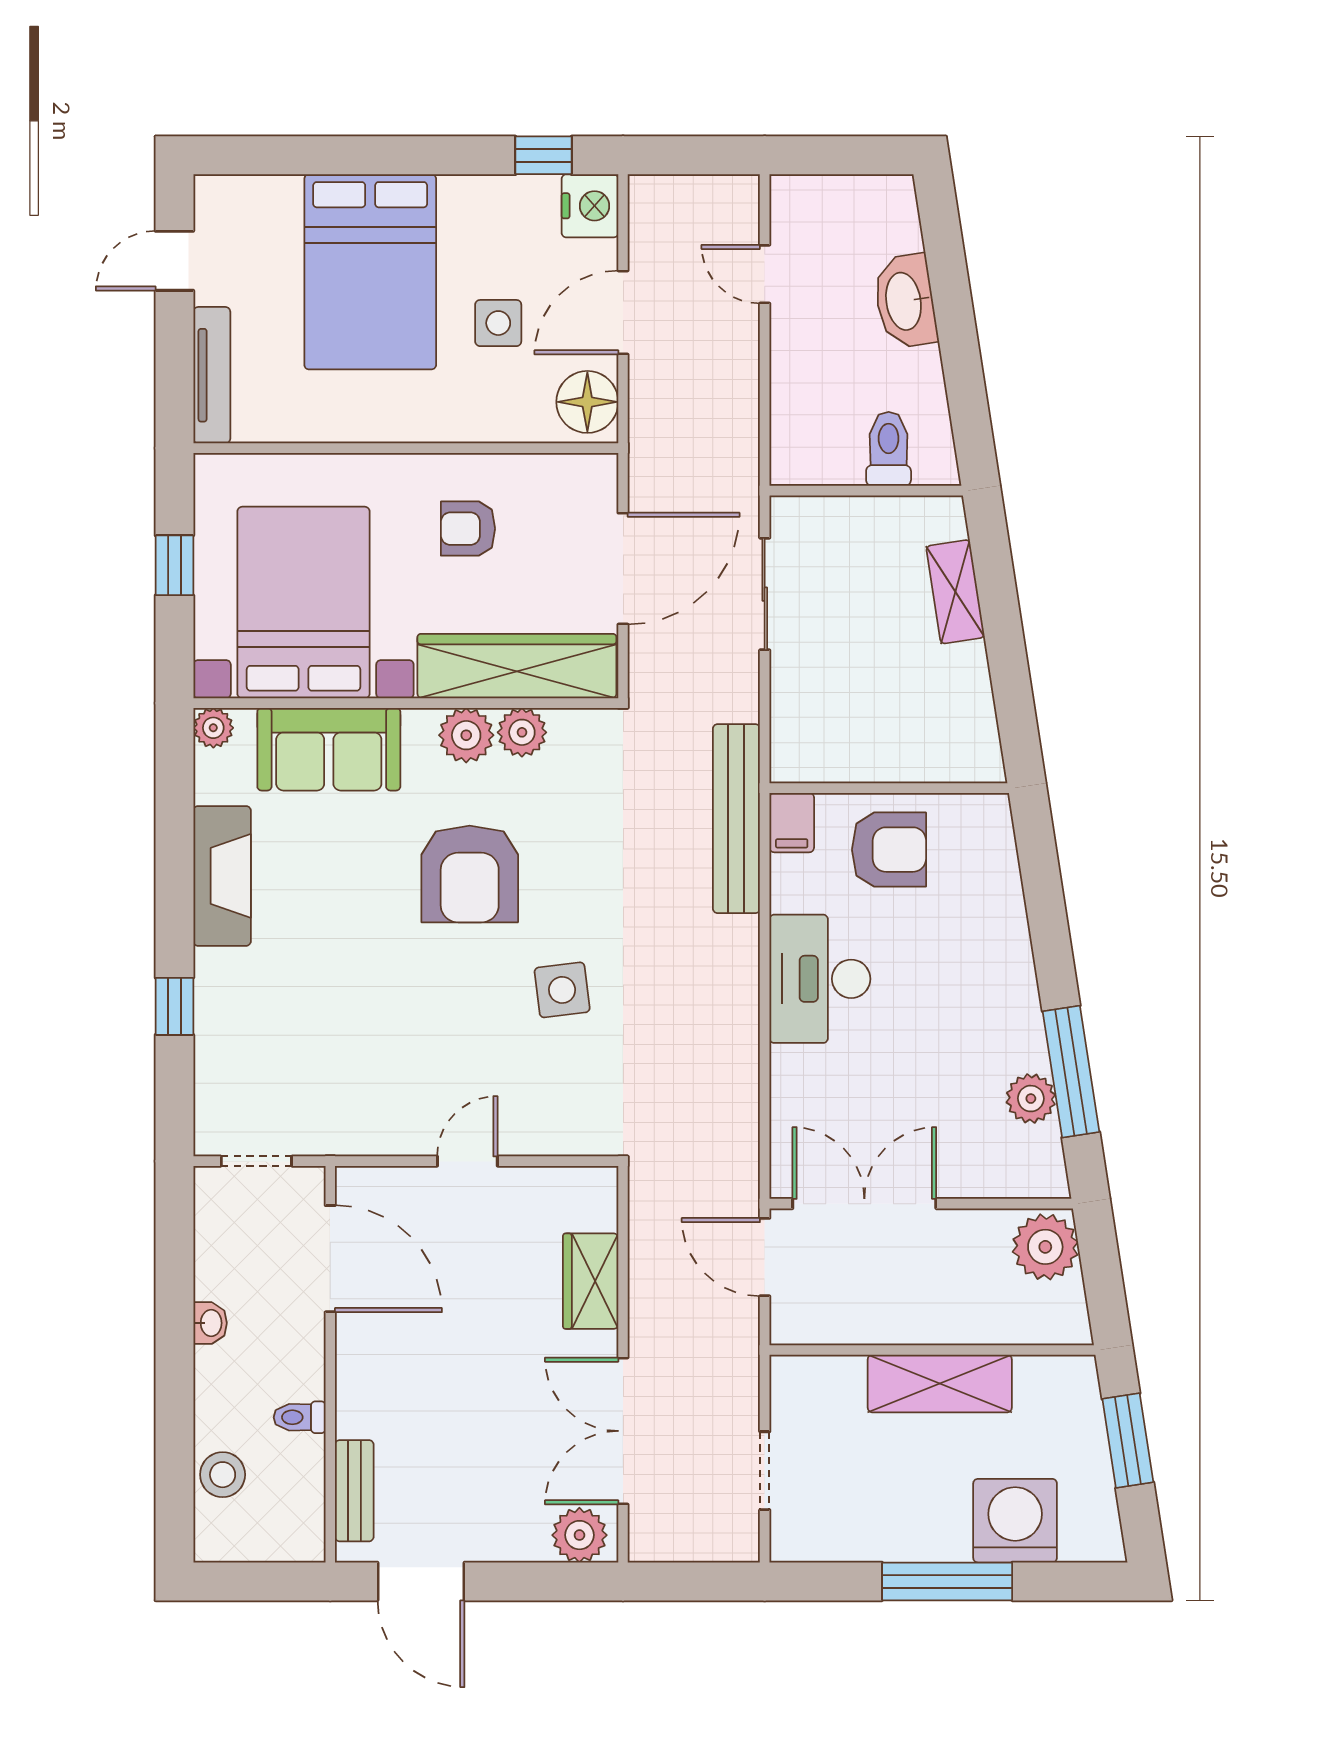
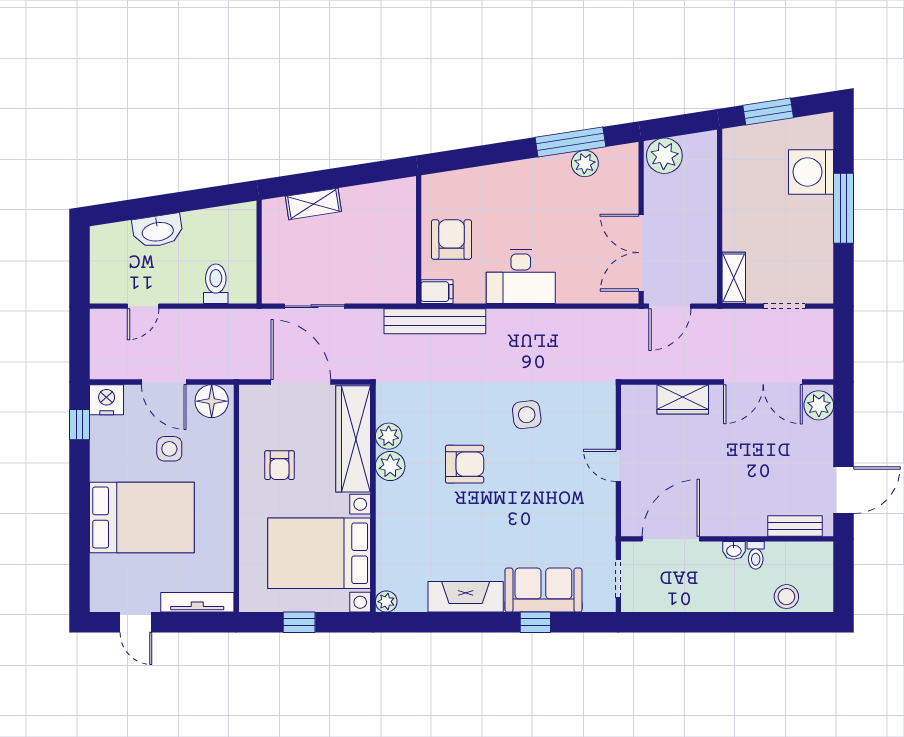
toilet: (889, 449) -> (216, 284), moved, turned 90
sofa: (329, 749) -> (543, 590), moved, turned -90
armchair: (470, 874) -> (465, 464), width x0.73, depth x0.73
washbasin: (210, 1323) -> (734, 550), moved, turned 180
shelving: (940, 1384) -> (734, 278), moved, width x0.67, depth x0.75

